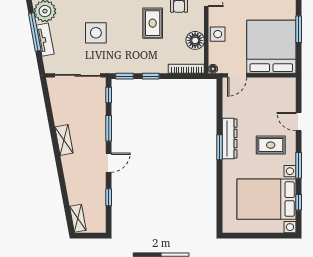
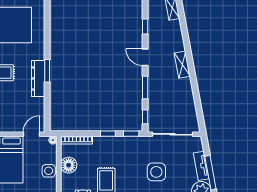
shelving: (64, 140) -> (182, 65), moved
door: (109, 163) -> (145, 57), hinge flipped

